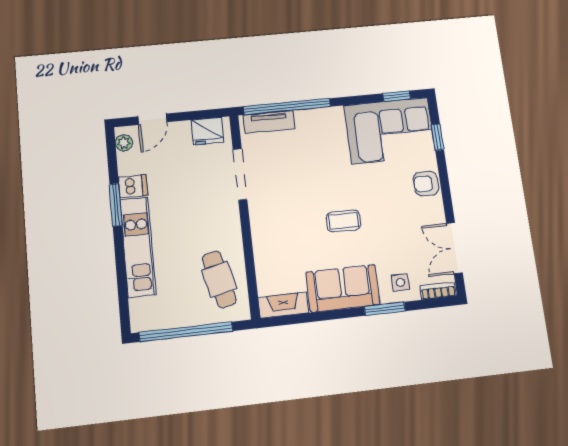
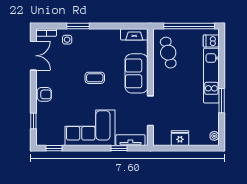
window: (287, 107) -> (119, 148), width x0.32
door: (152, 119) -> (197, 148), removed
fridge: (207, 131) -> (180, 138), moved
corner sofa: (390, 131) -> (90, 128), moved
dishwasher: (133, 186) -> (211, 41), moved
sofa: (343, 288) -> (136, 73), moved, turned 90

